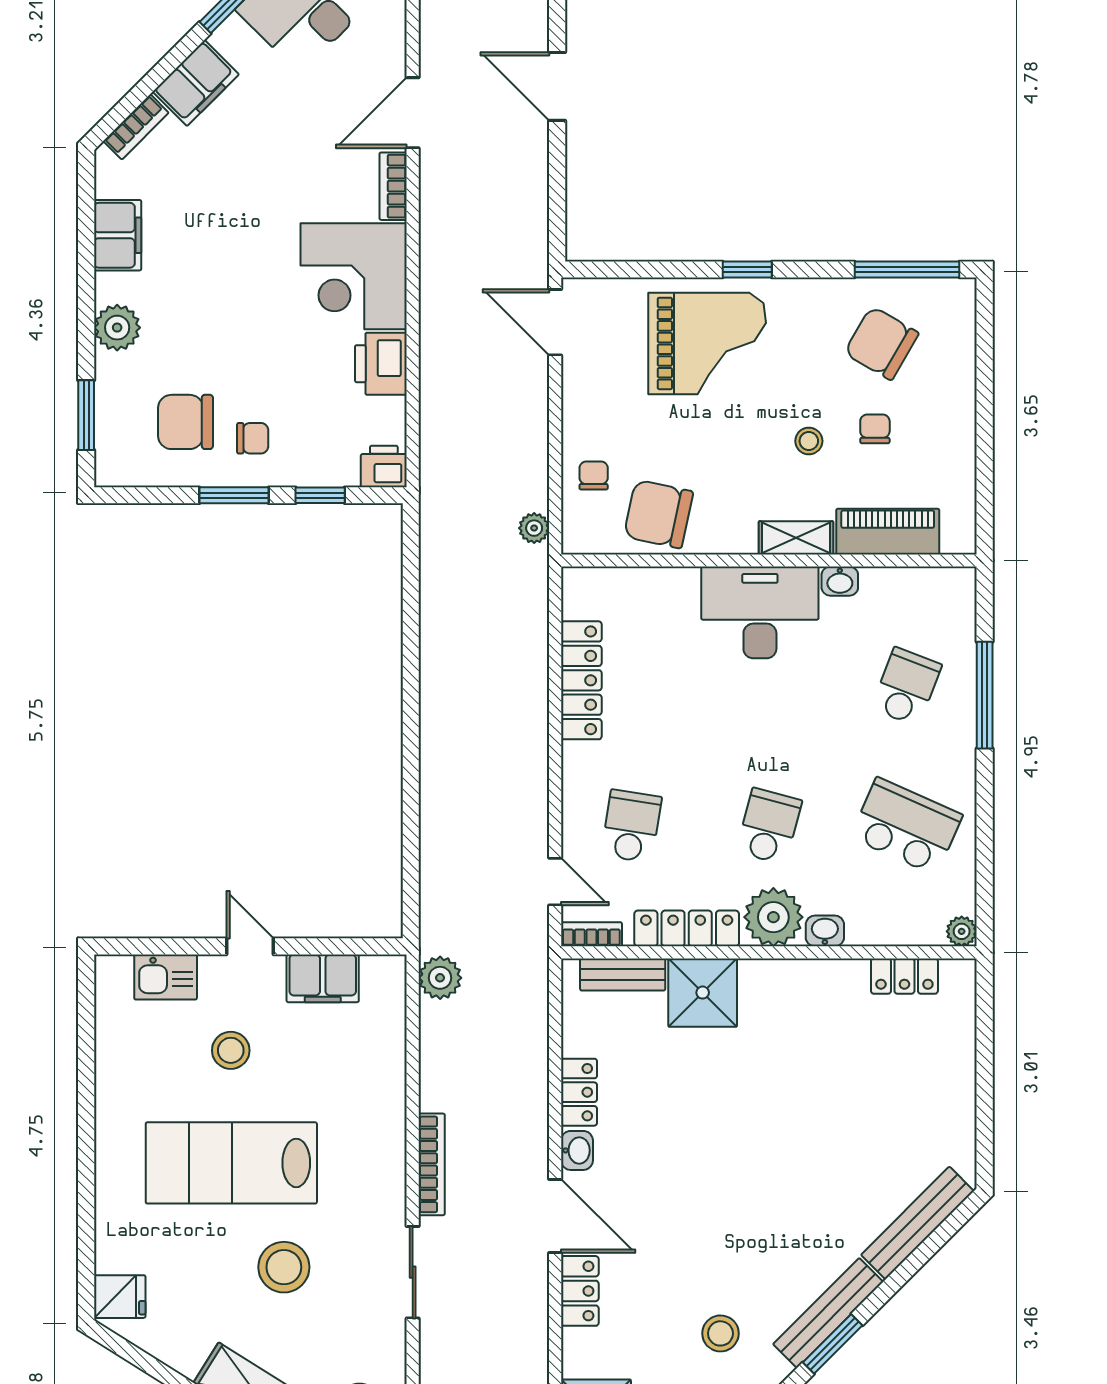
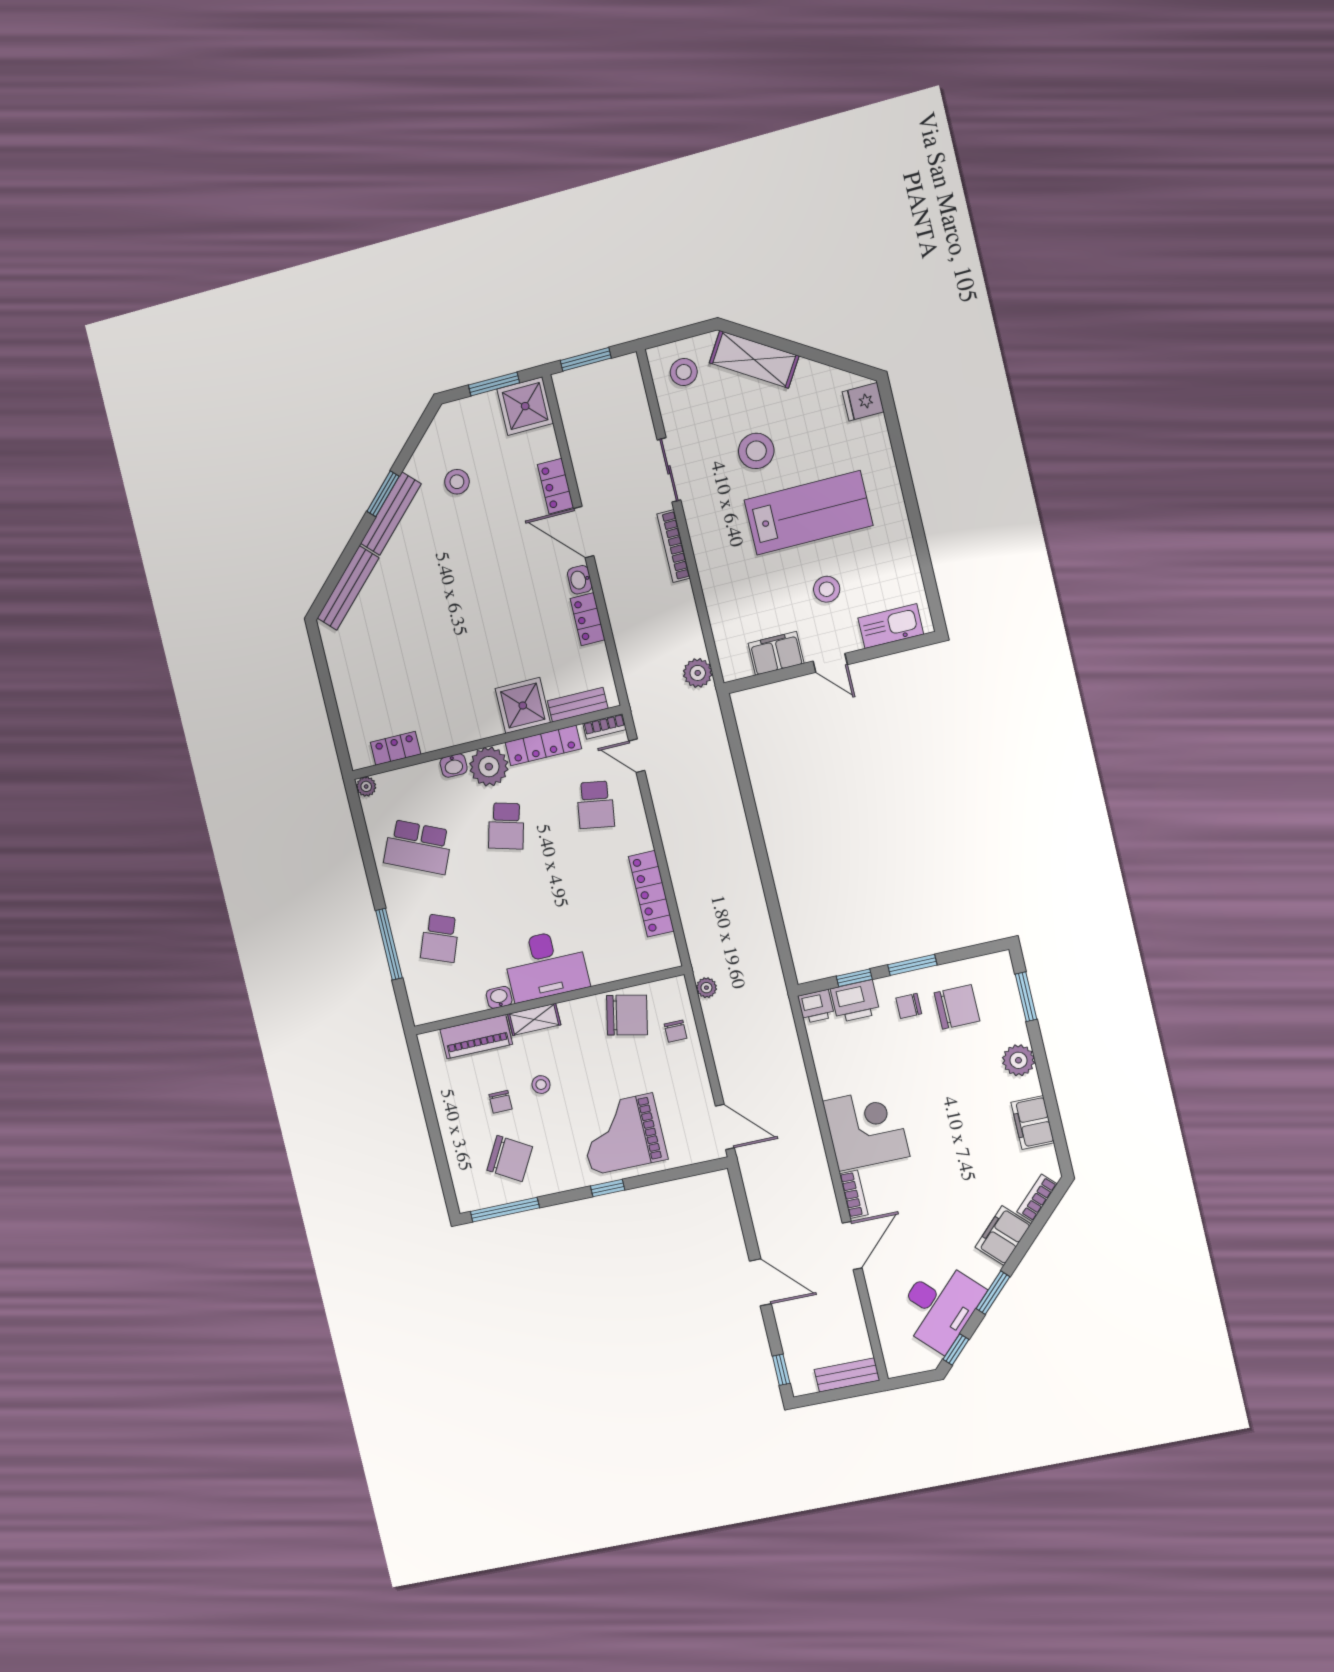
printer: (381, 364) -> (855, 1001), moved, turned 90
kitchen sink: (166, 977) -> (891, 626), width x1.38

